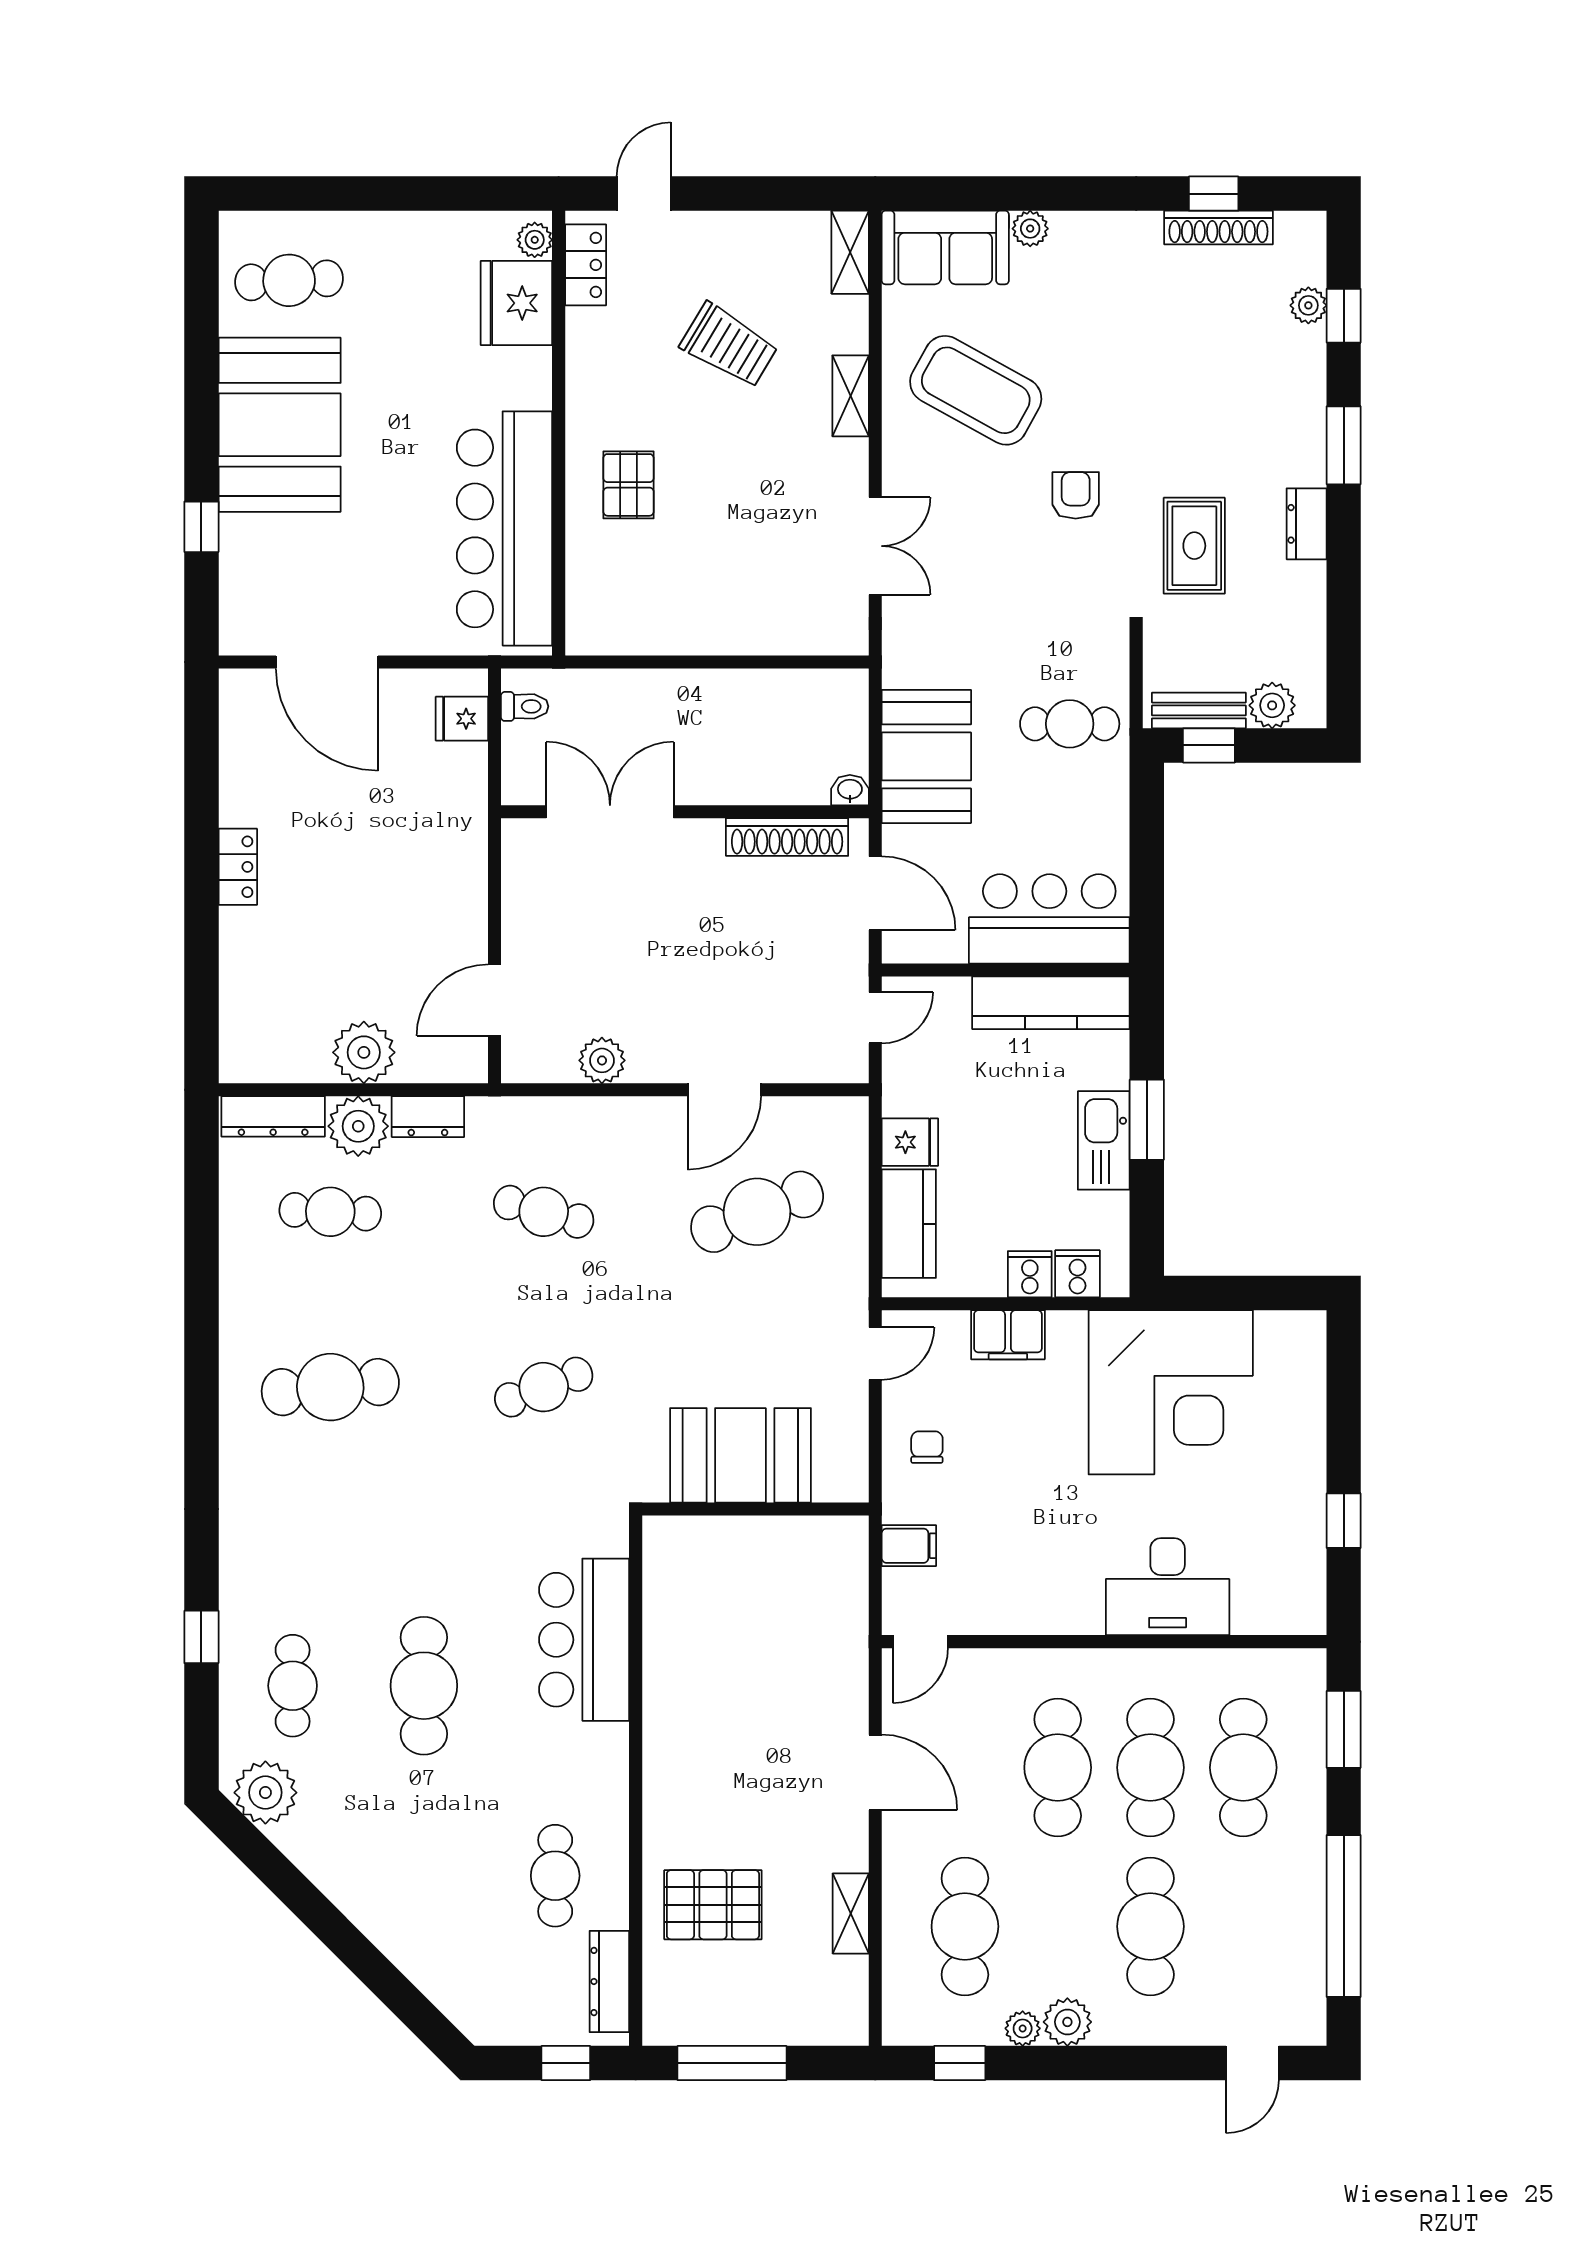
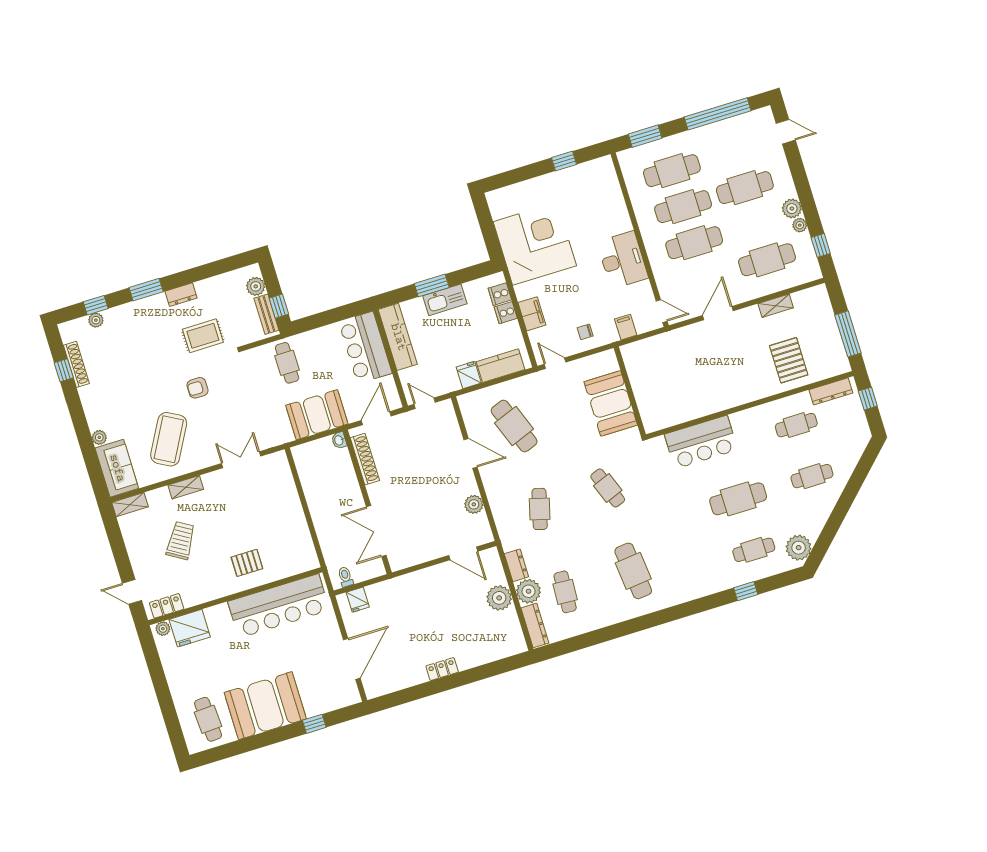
desk: (1168, 1587) -> (623, 260), moved
cafe table: (424, 1876) -> (812, 476), added

